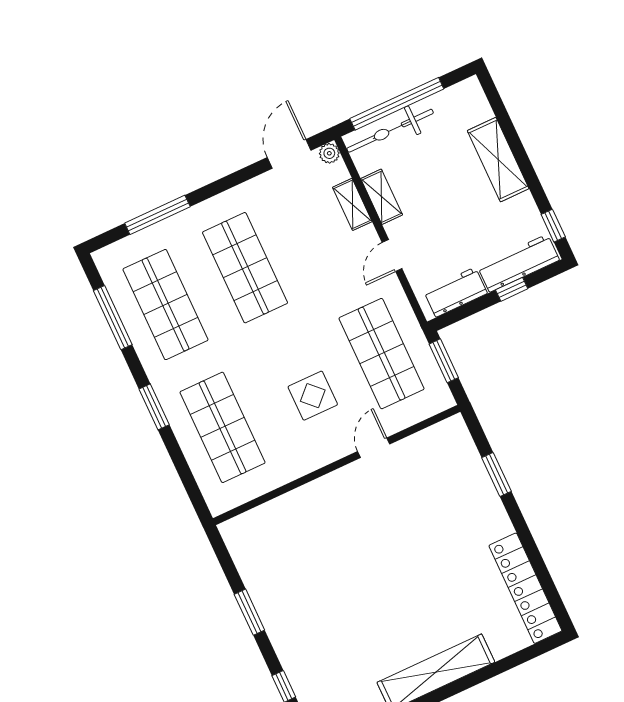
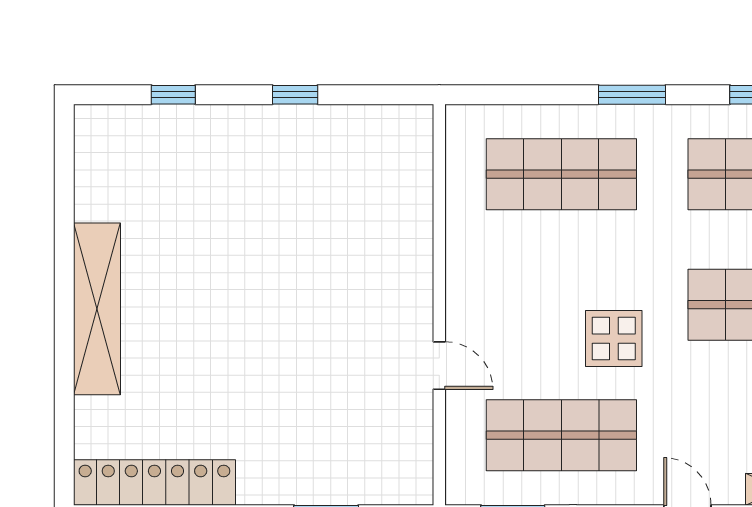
display table: (313, 396) -> (614, 339), moved
window: (249, 612) -> (295, 95), width x0.67

